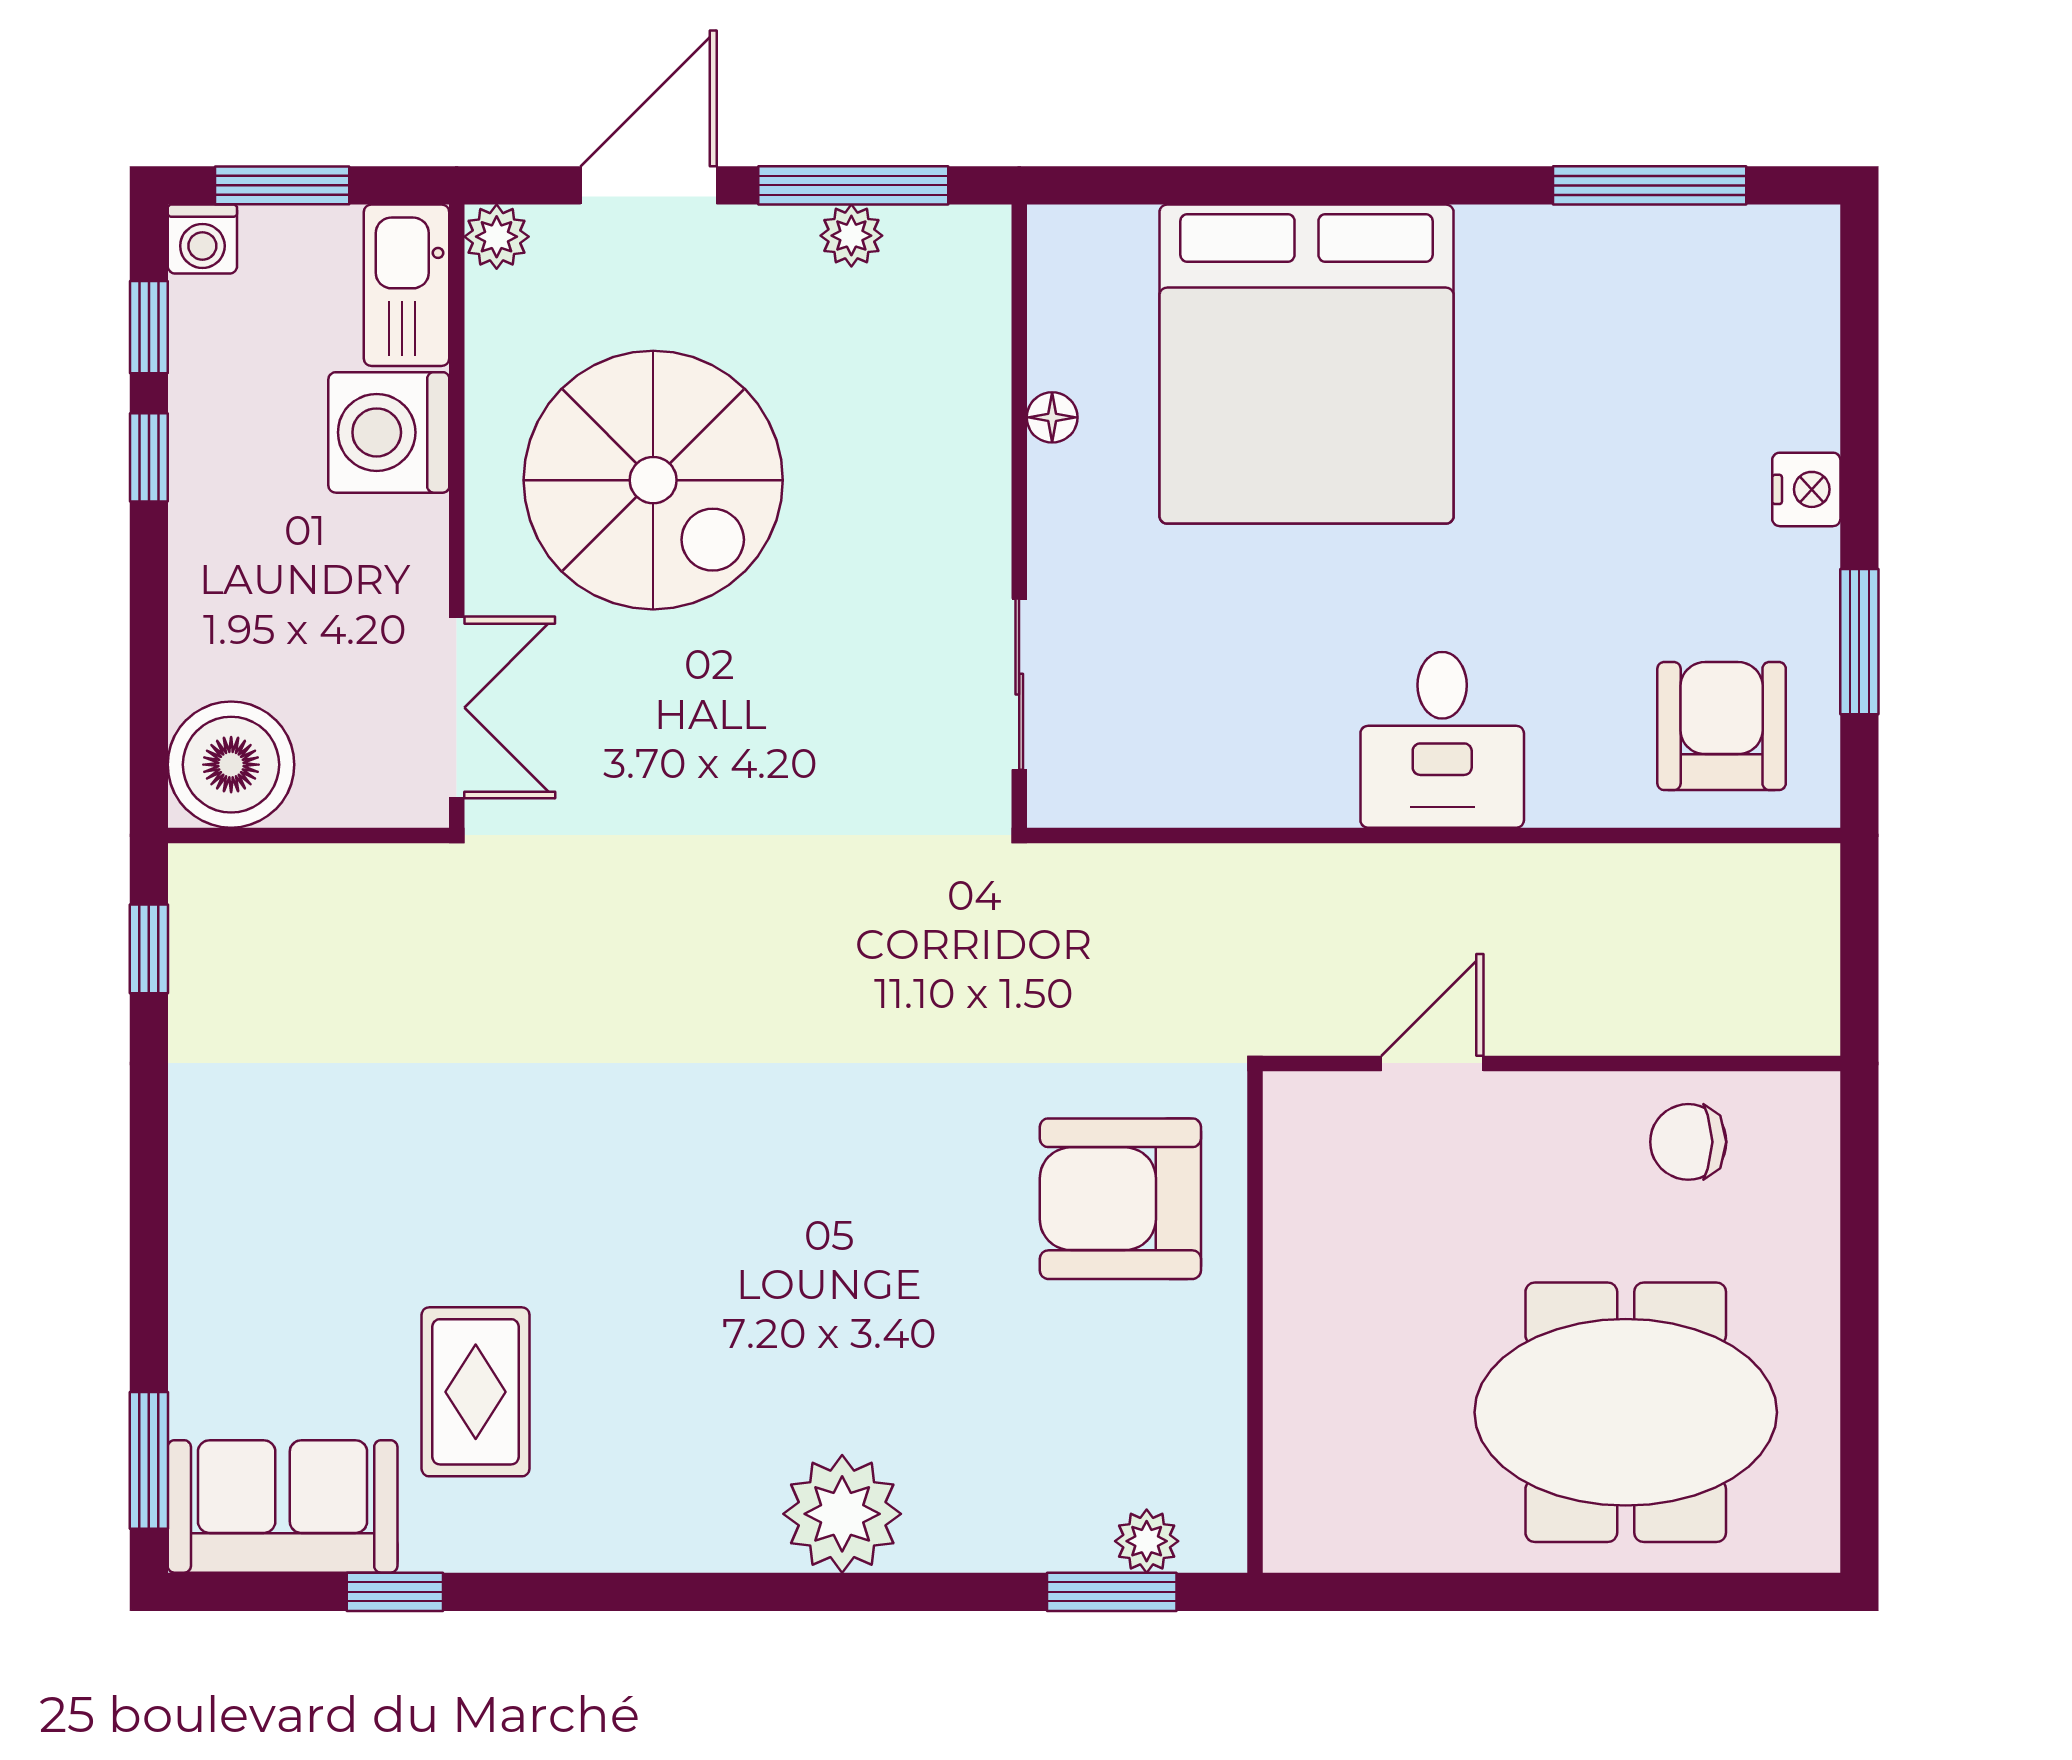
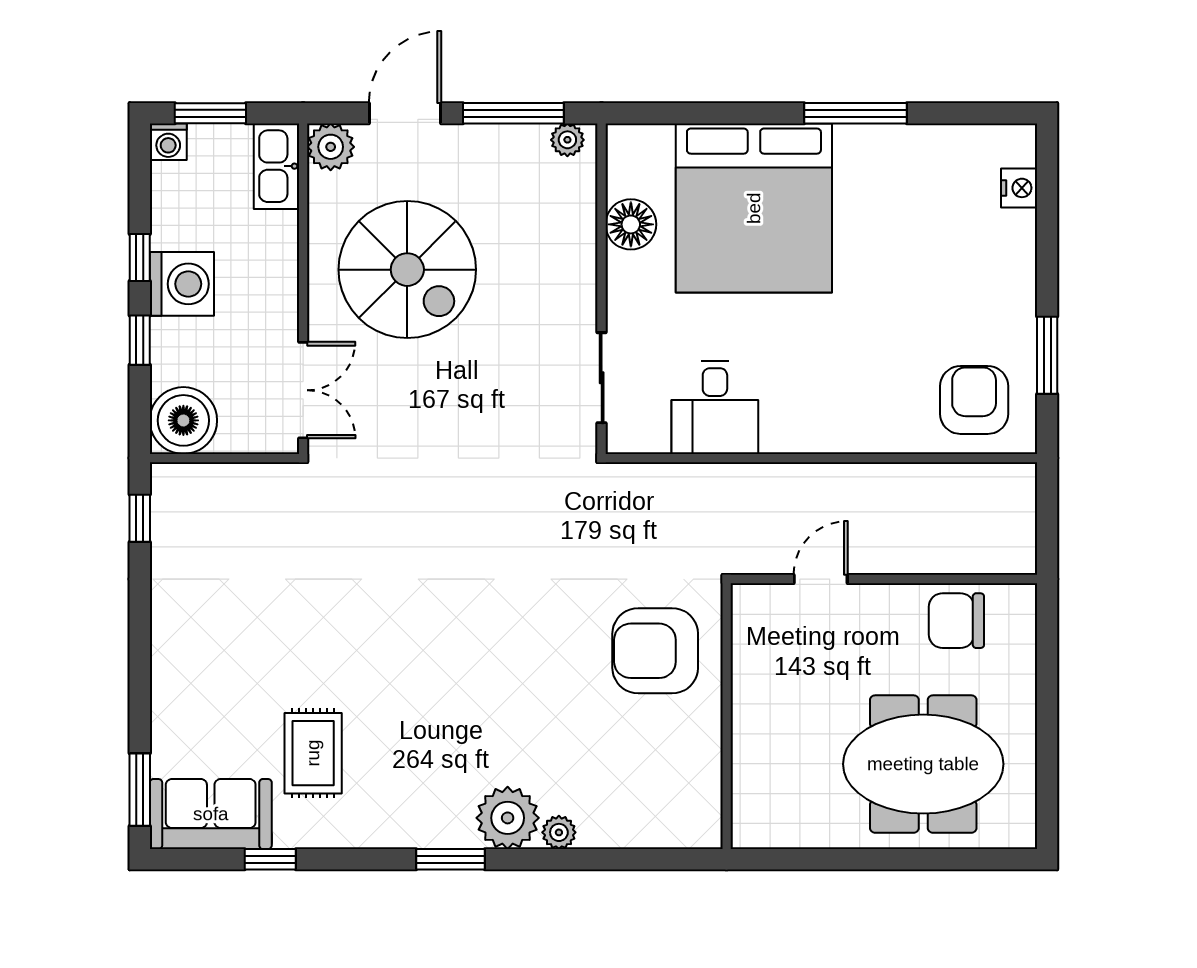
window: (1650, 185) -> (855, 113), moved
plant: (851, 236) -> (567, 140), moved
plant: (497, 237) -> (331, 147), width x1.38, depth x1.38
window: (149, 327) -> (140, 340), moved
floor lamp: (1052, 417) -> (631, 224), width x1.89, depth x1.89
washing machine: (389, 432) -> (182, 284), moved, turned 180
nightstand: (1806, 489) -> (1019, 188), moved
desk: (1442, 740) -> (715, 407), moved
chair: (1688, 1142) -> (956, 621), width x1.37, depth x1.37
plant: (1147, 1541) -> (559, 832), moved
window: (1112, 1592) -> (450, 859), moved

